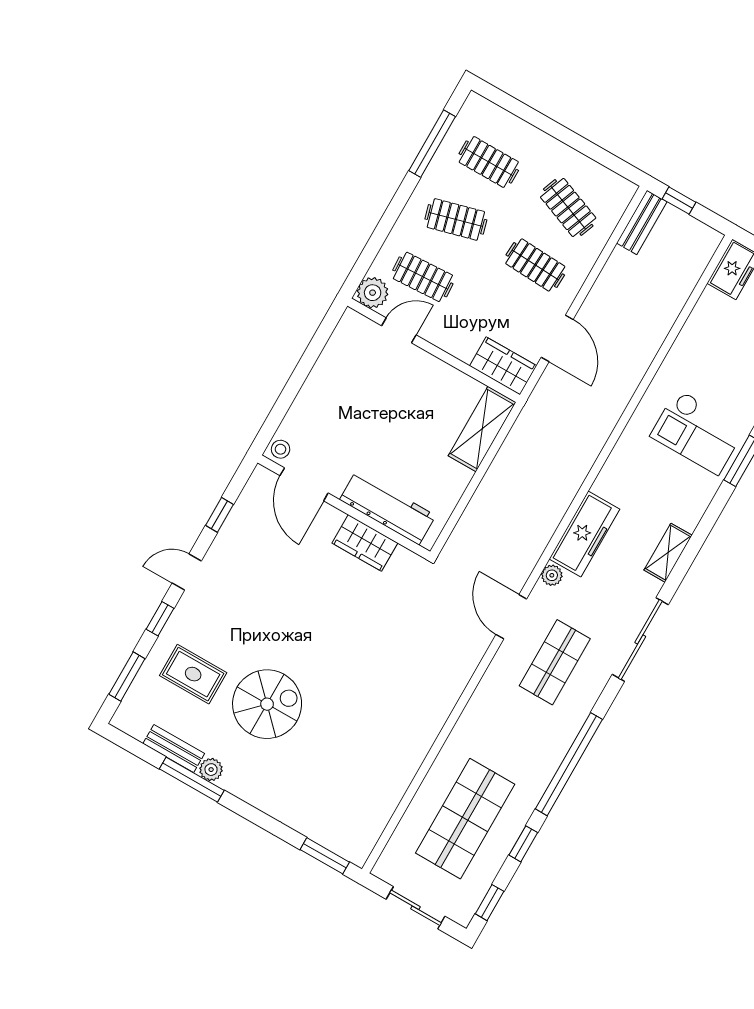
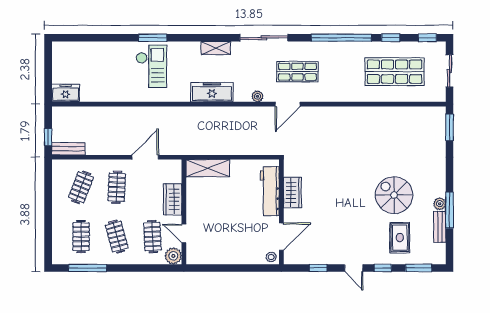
wardrobe: (503, 366) -> (173, 199), moved
freezer: (584, 534) -> (212, 92), moved

